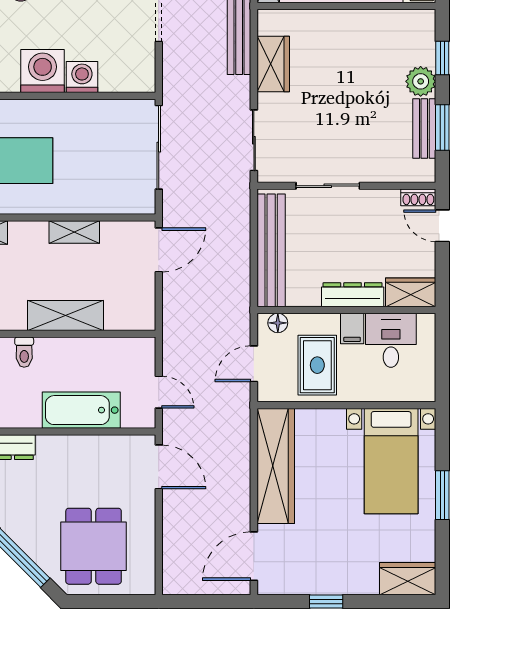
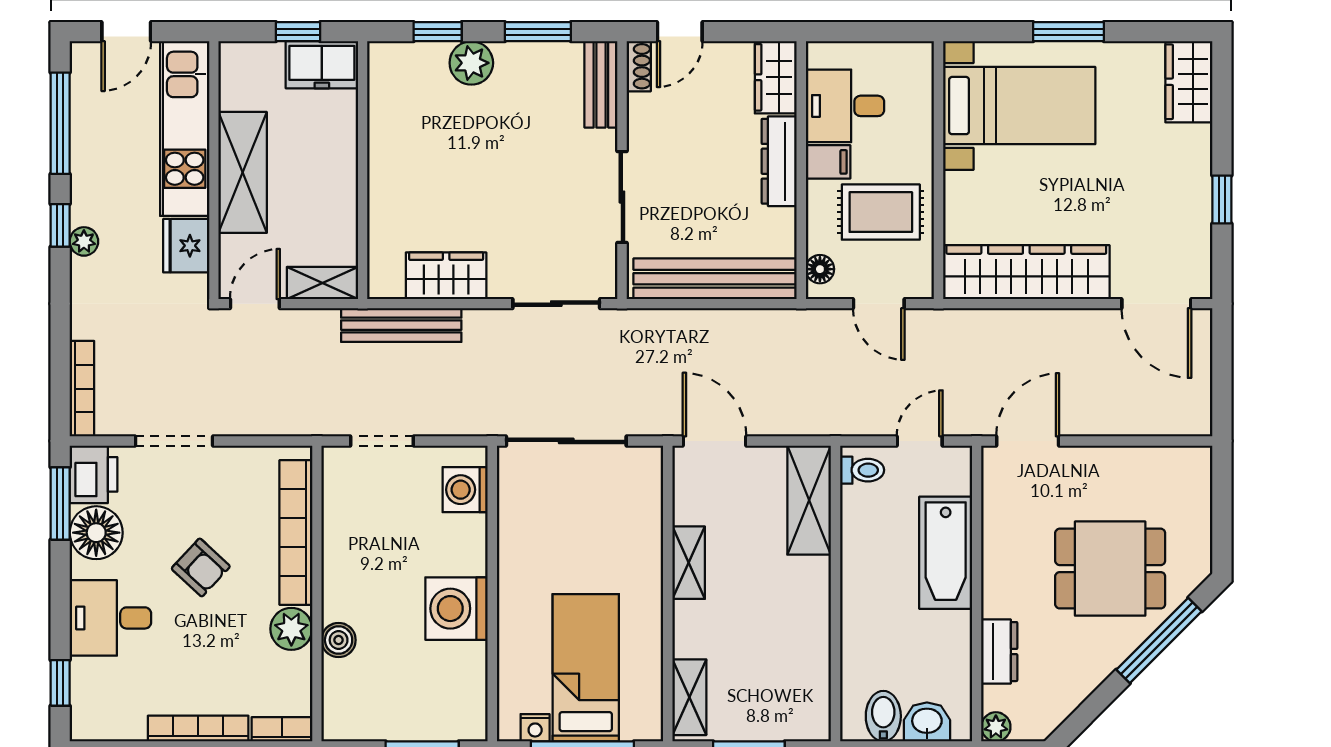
washing machine: (82, 77) -> (465, 490), moved
bench: (424, 128) -> (601, 84), moved, turned 90
shelving: (65, 315) -> (809, 500), moved
toilet: (24, 352) -> (862, 470), moved
dining table: (94, 546) -> (1110, 569), moved

